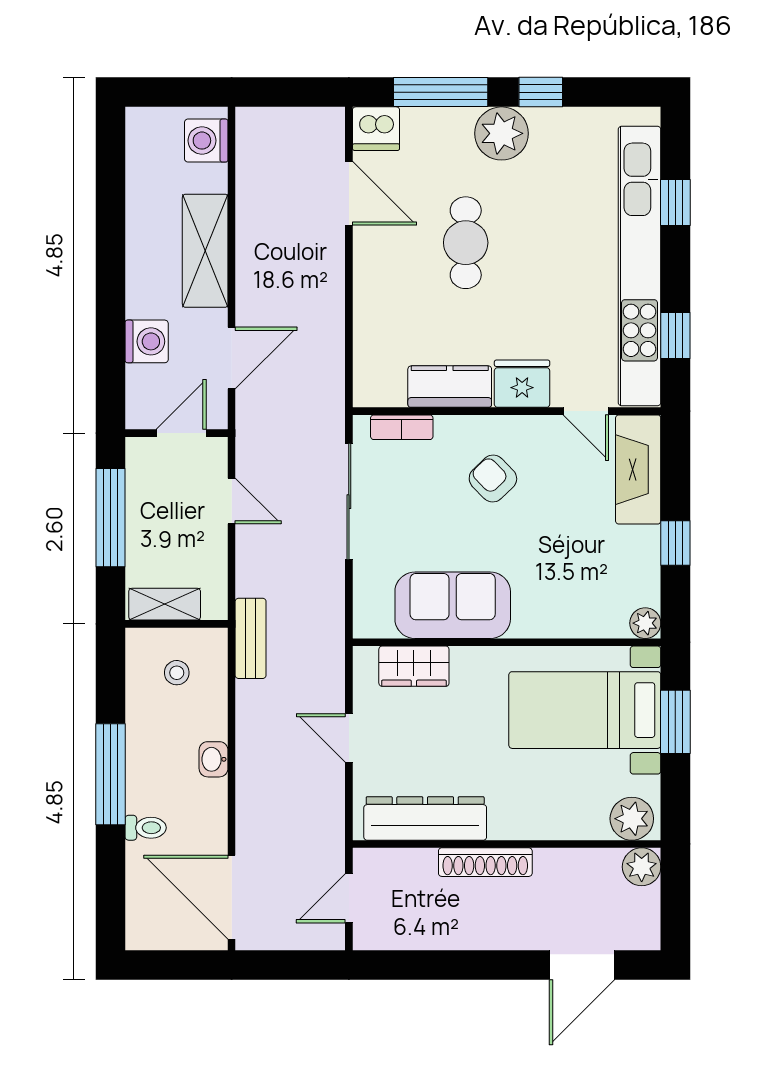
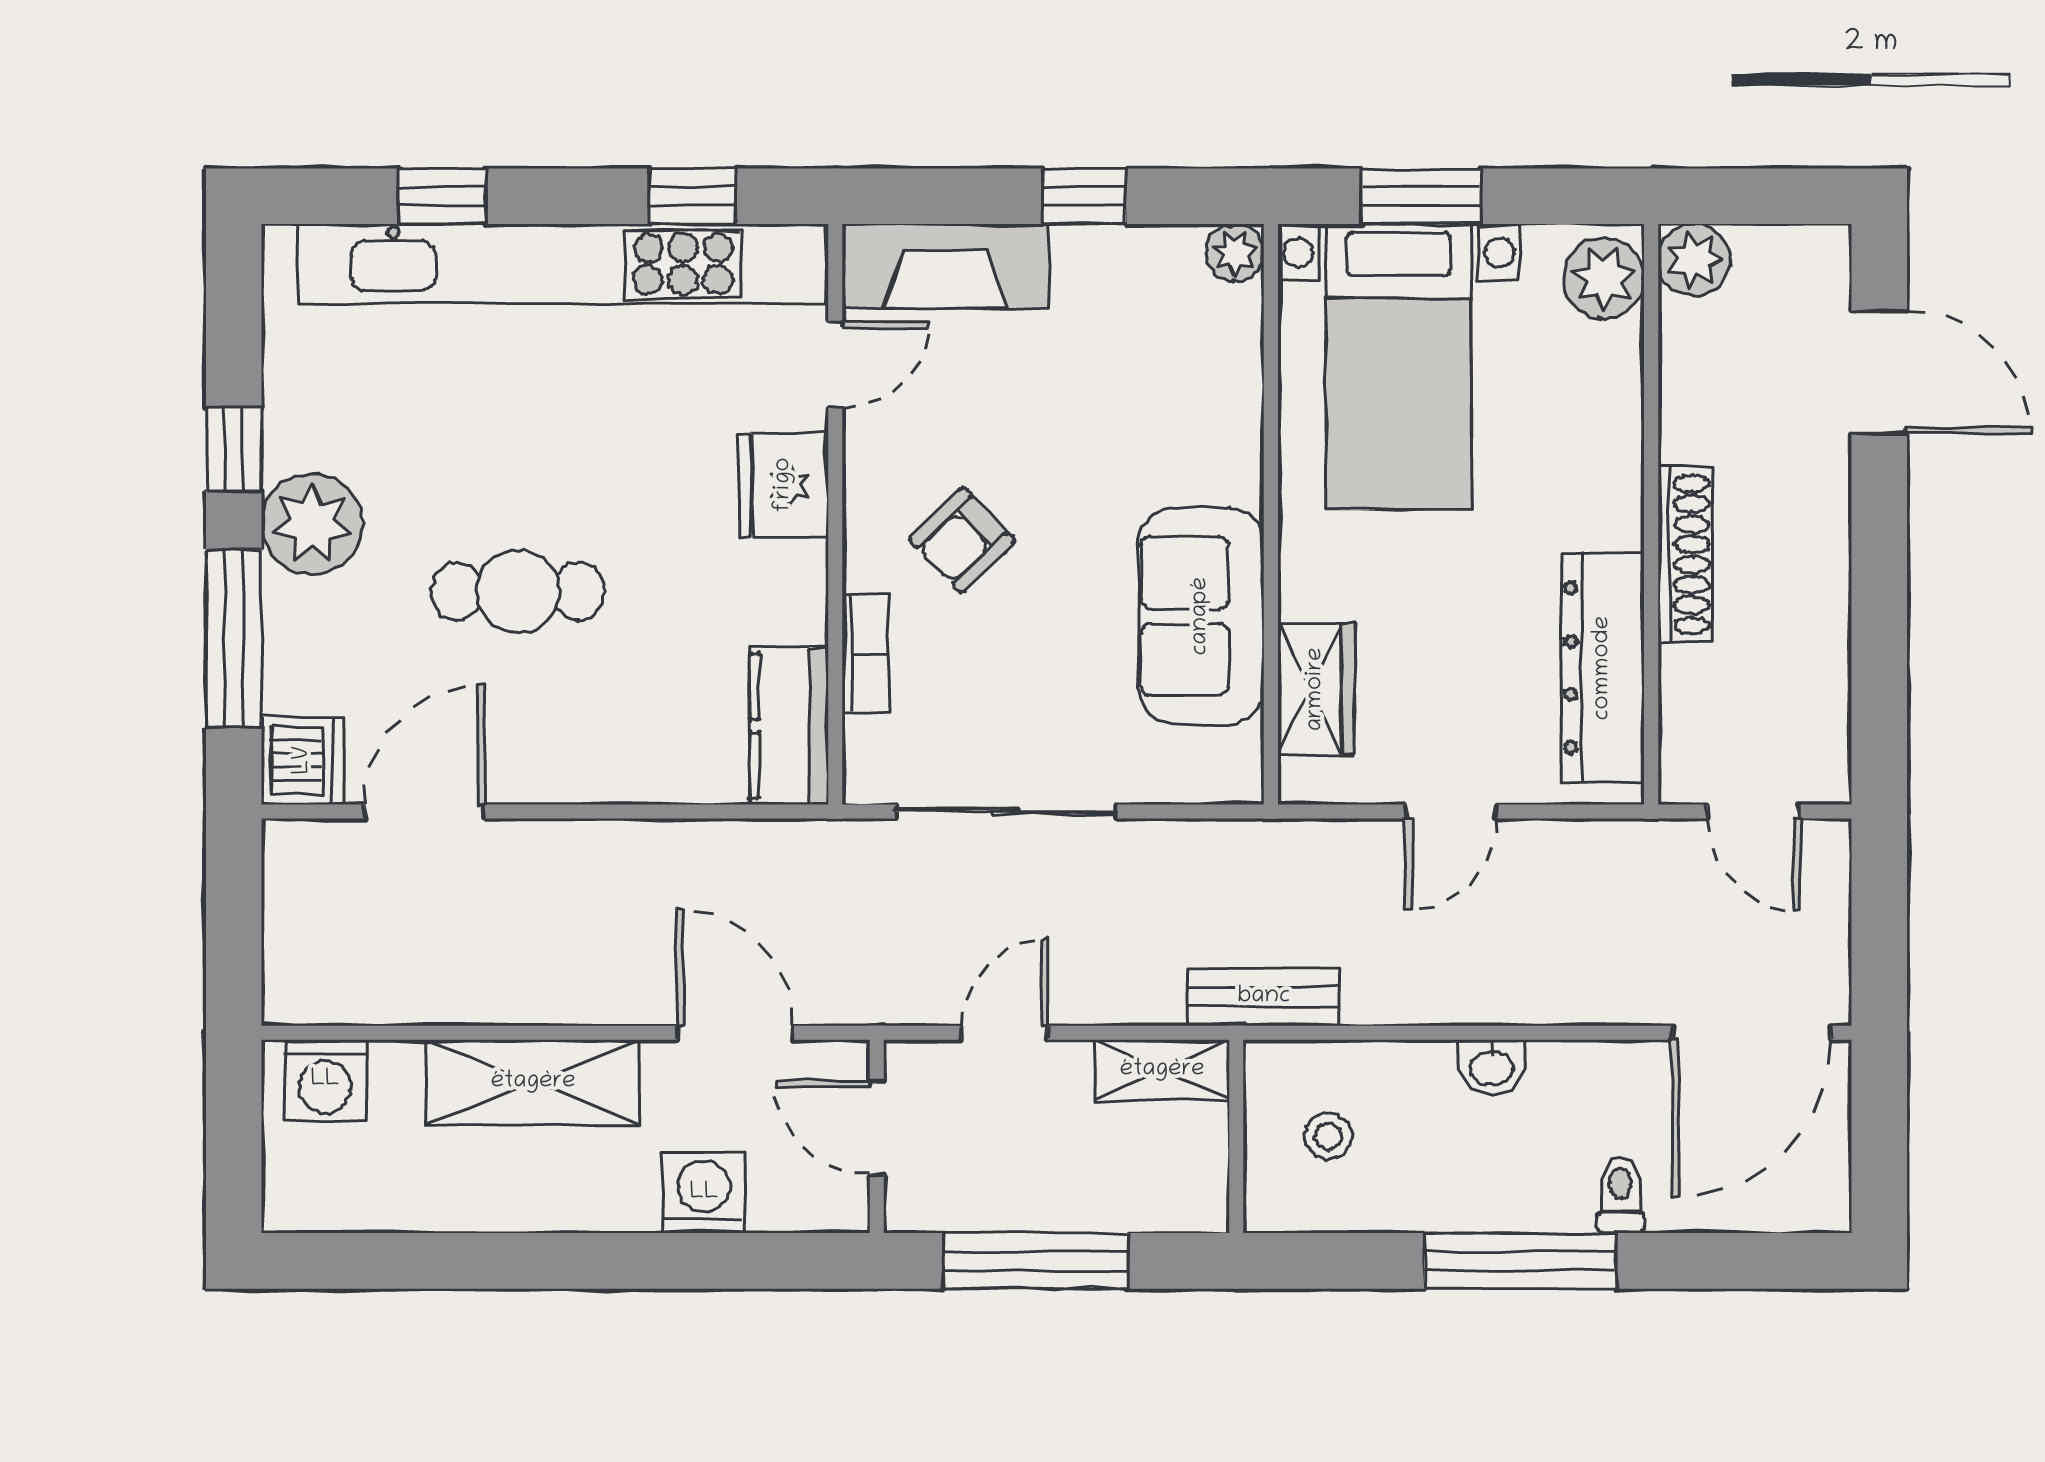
kitchen counter: (450, 387) -> (789, 726), moved
bookcase: (402, 427) -> (866, 654), moved
shelving: (165, 604) -> (1162, 1070), moved, turned 90

